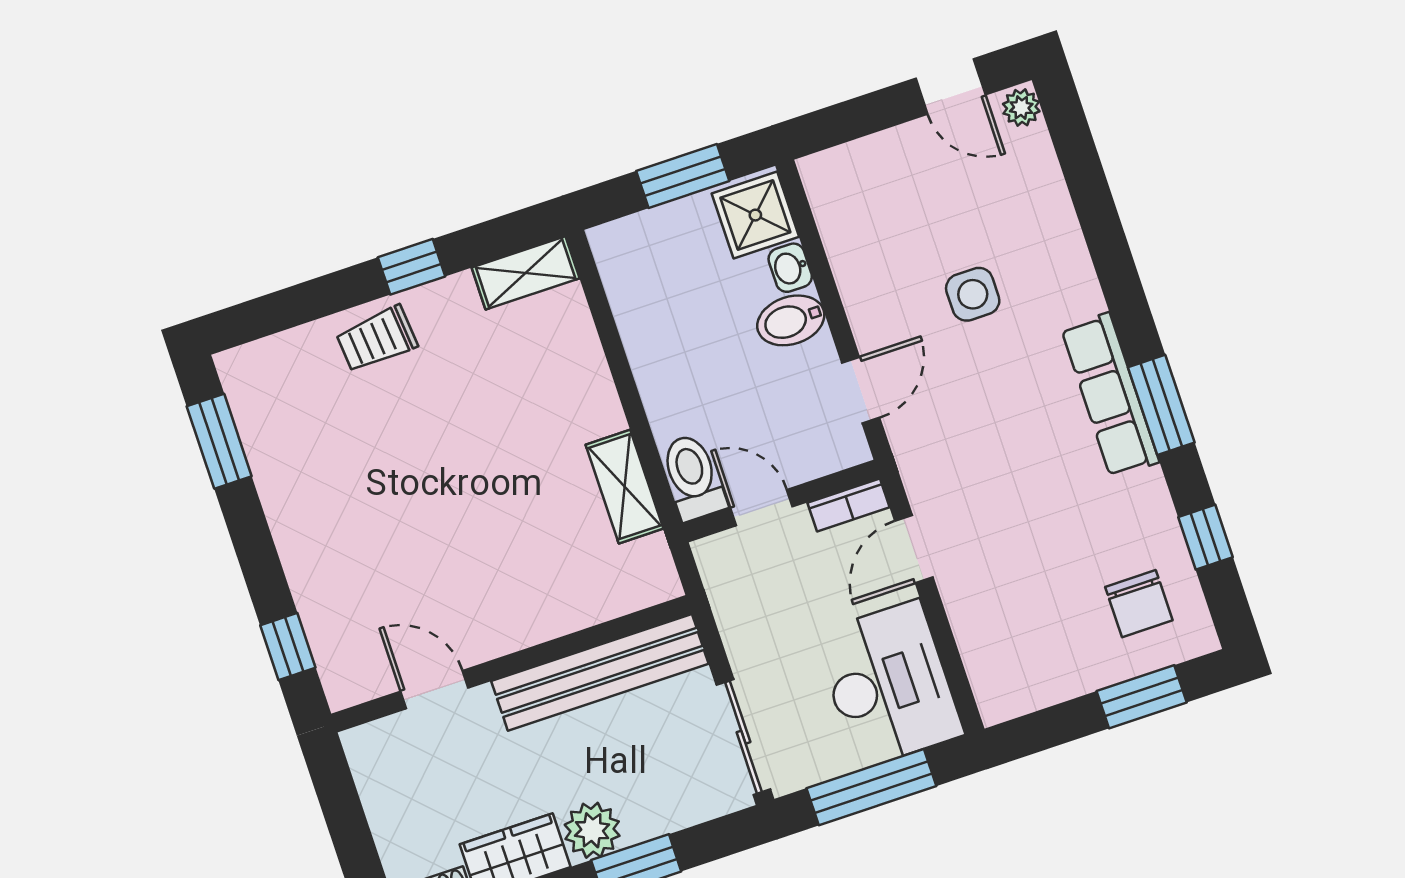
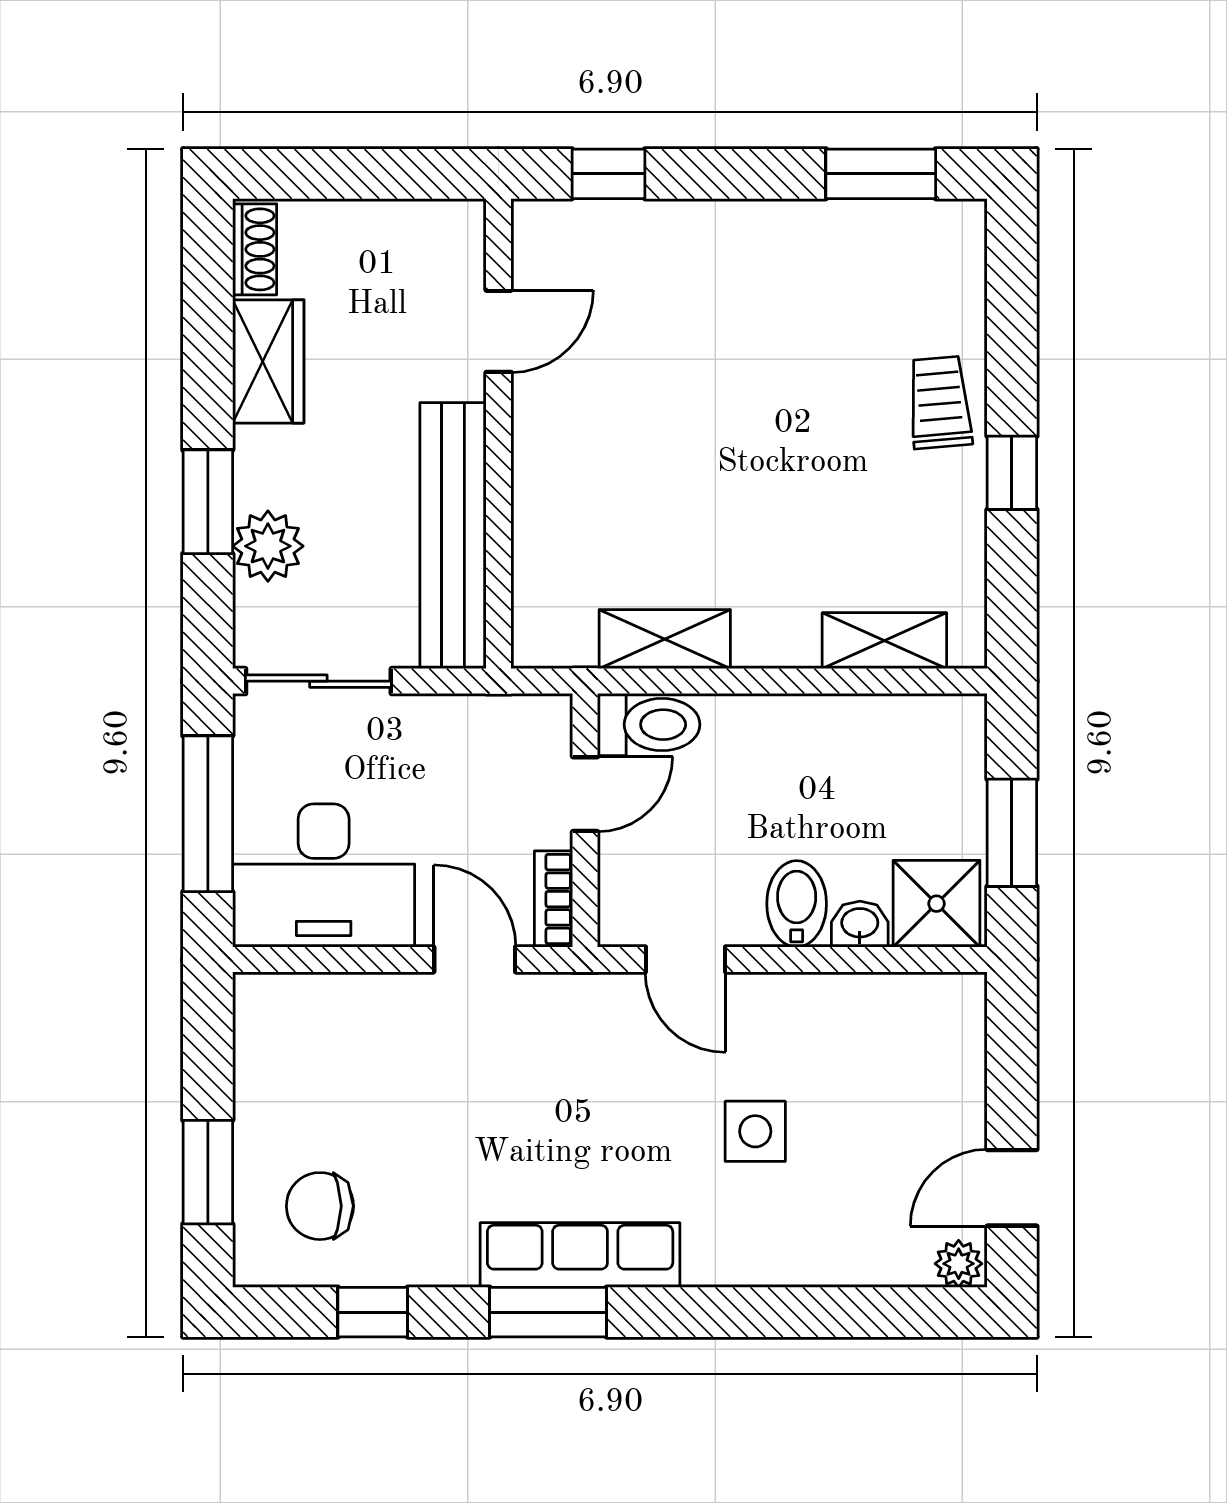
shelving: (526, 273) -> (884, 641), moved, turned 90
plant: (592, 830) -> (268, 546), moved

